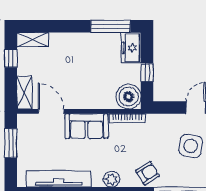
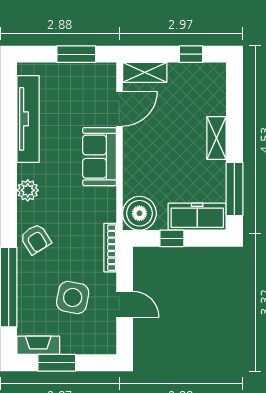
shelving: (33, 40) -> (217, 138), moved
freezer: (131, 48) -> (197, 217), width x1.40
bookcase: (127, 118) -> (110, 248), moved

